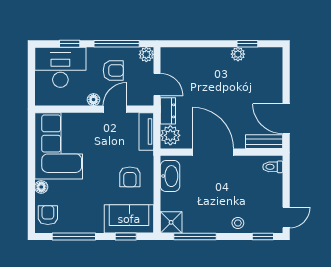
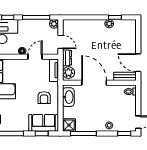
armchair: (113, 70) -> (34, 33), removed

